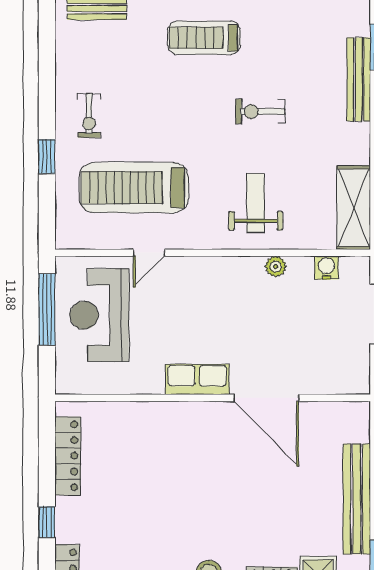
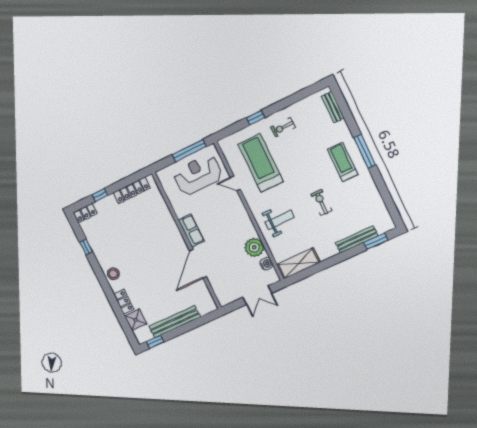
plant: (276, 266) -> (254, 247), width x1.87, depth x1.87

